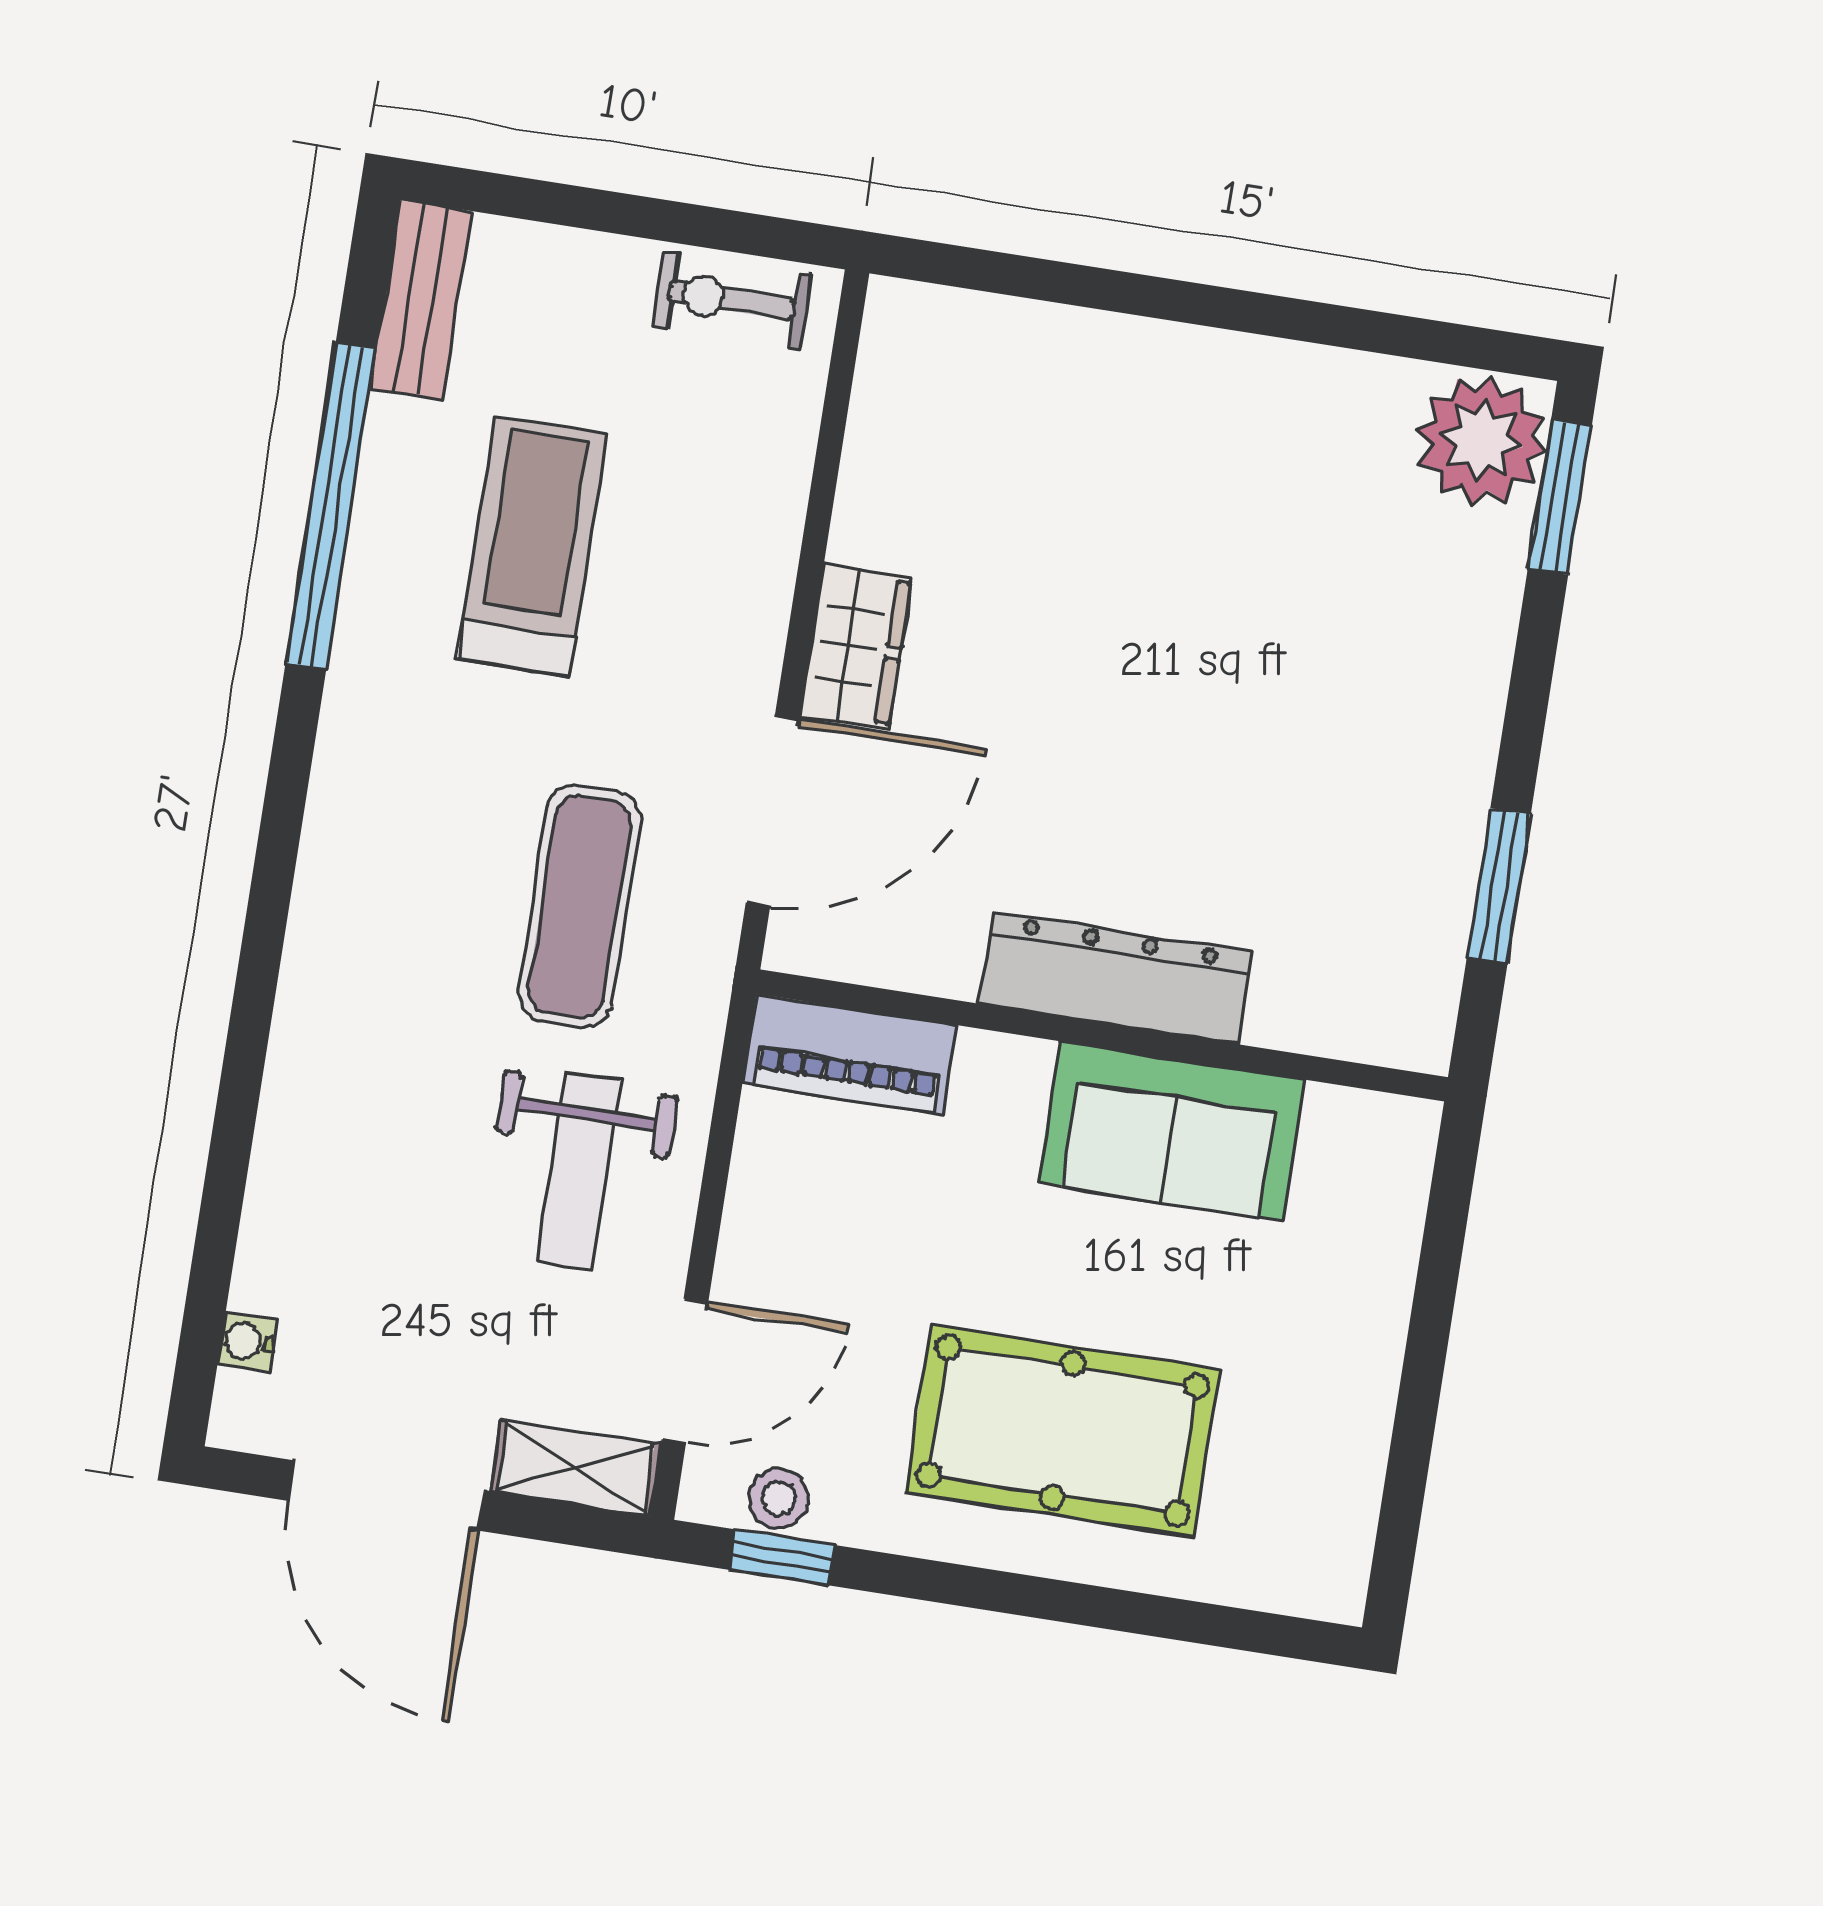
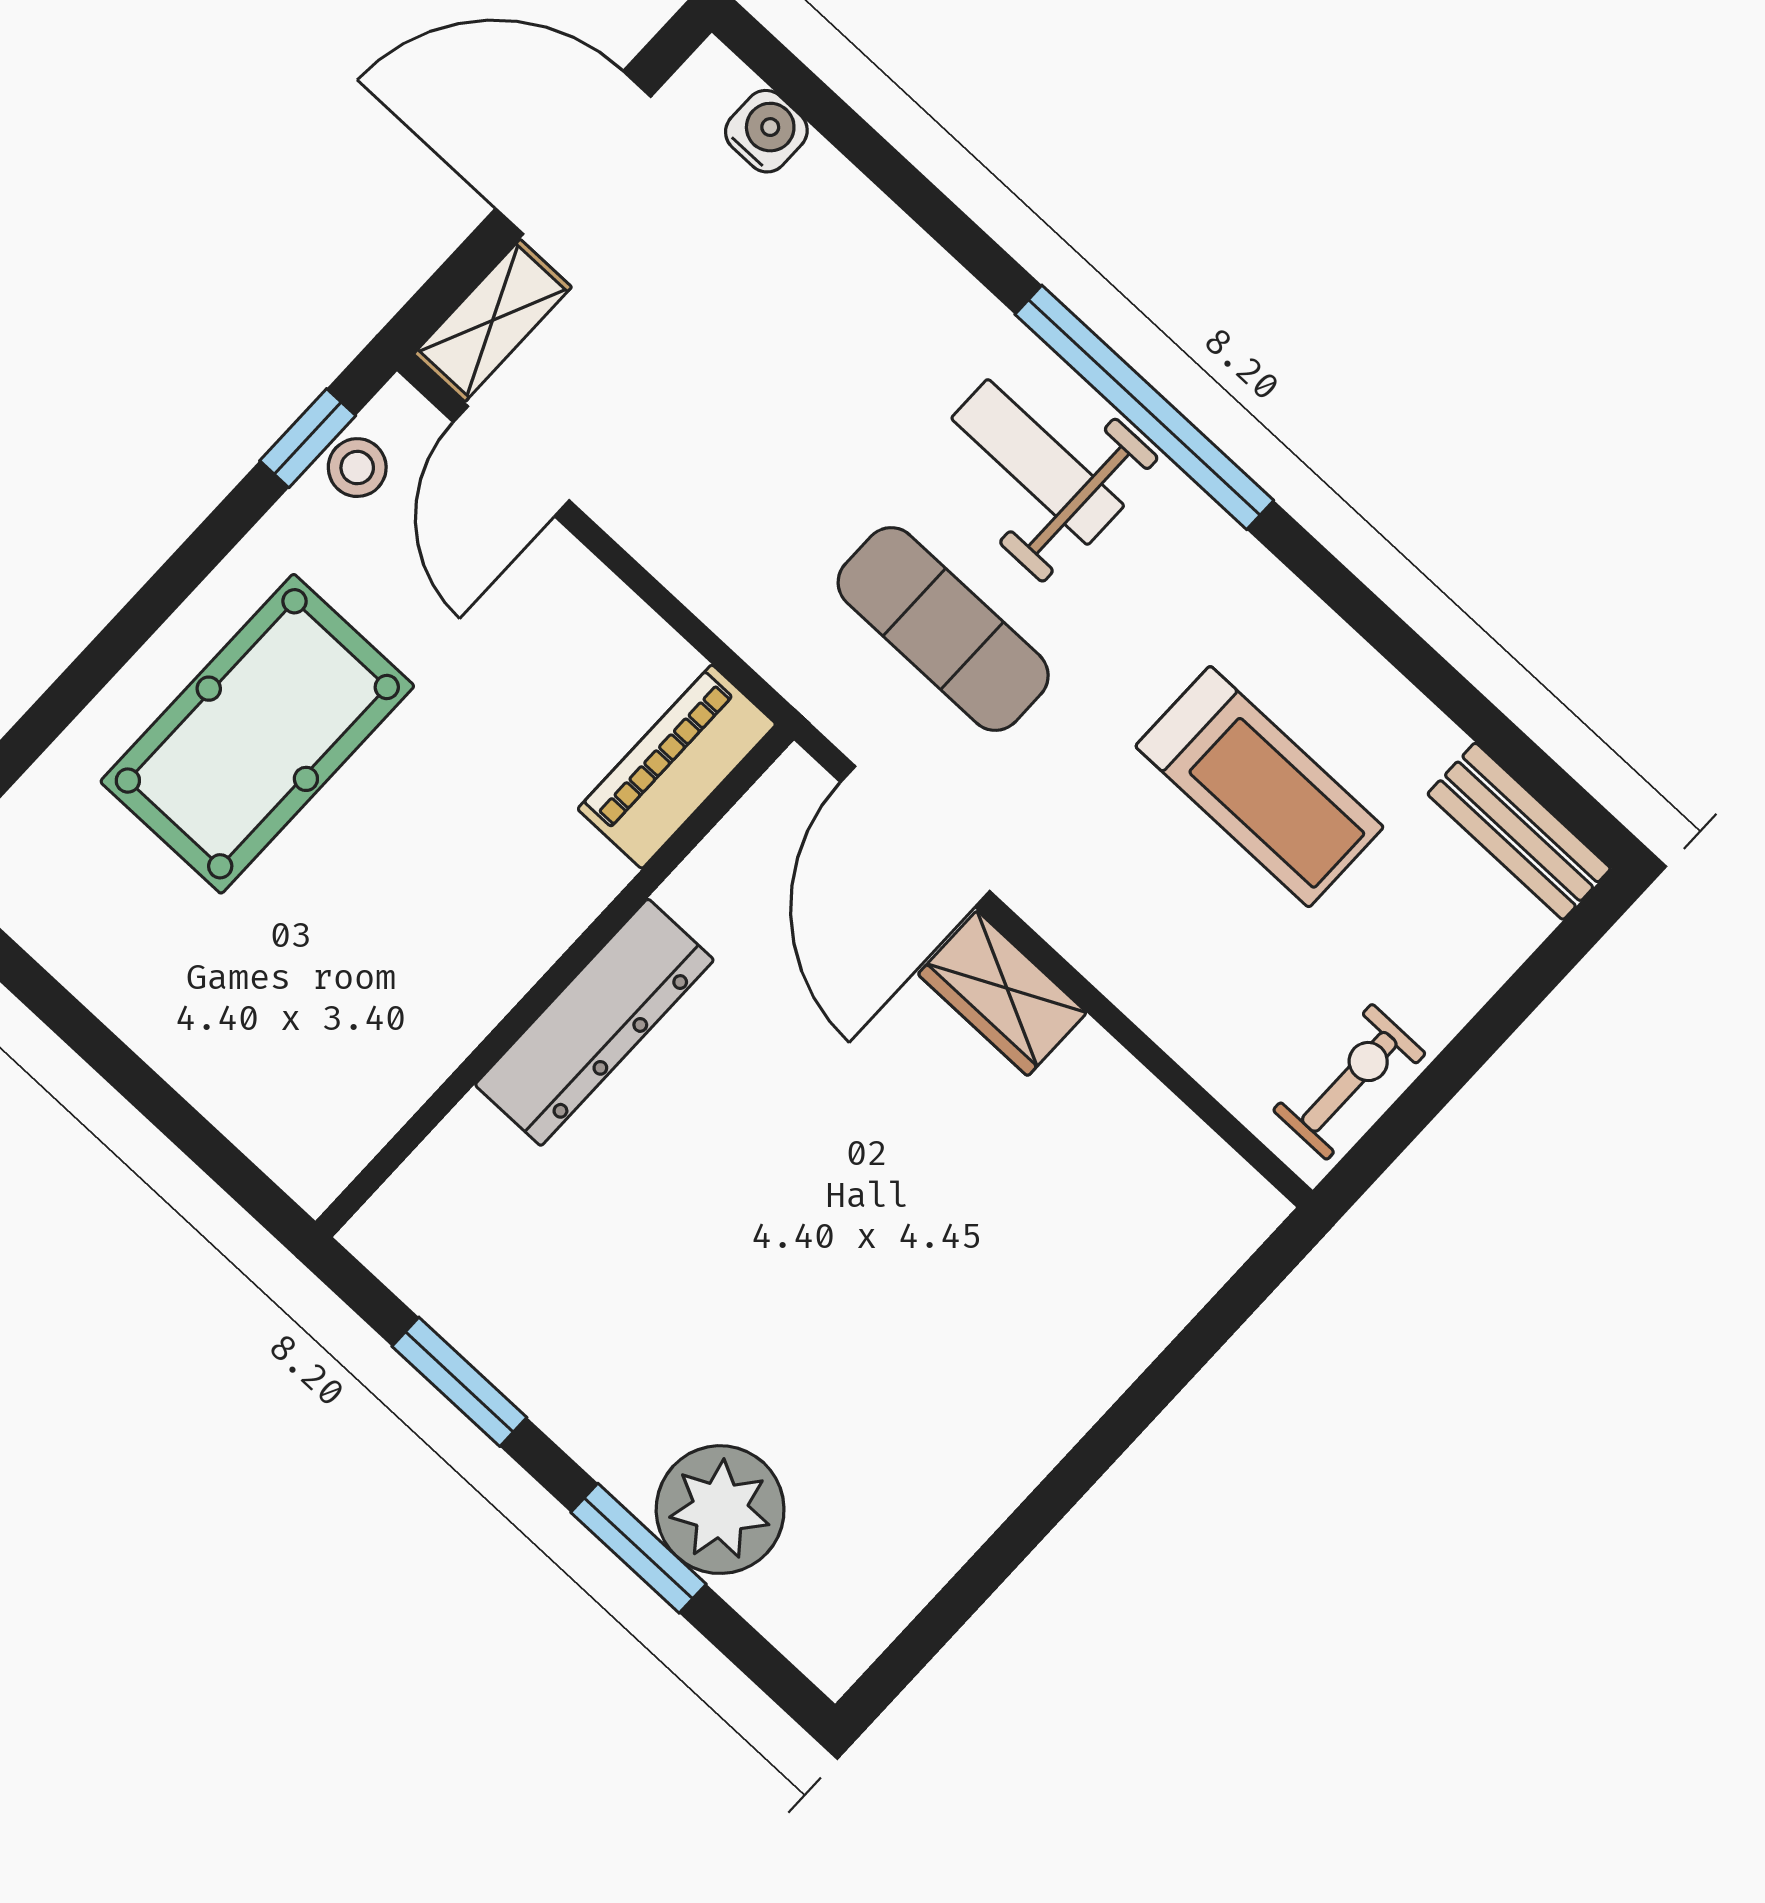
plant: (1481, 440) -> (720, 1510), moved
window: (1560, 497) -> (638, 1548), moved
window: (331, 506) -> (1144, 407), moved
sofa: (1171, 1131) -> (440, 984), removed
weight bench: (578, 1171) -> (1038, 462), moved
water cooler: (247, 1342) -> (766, 131), width x1.38, depth x1.38

